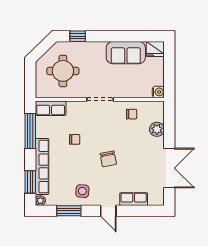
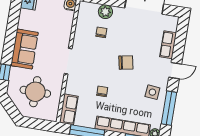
sofa: (126, 53) -> (24, 49), moved
chair: (132, 114) -> (101, 32), moved
window: (69, 211) -> (169, 108), width x1.44

